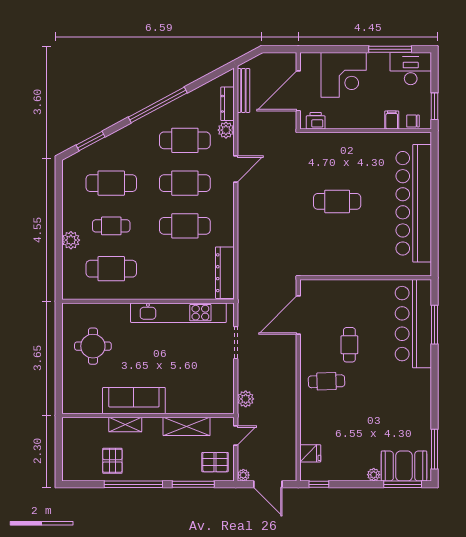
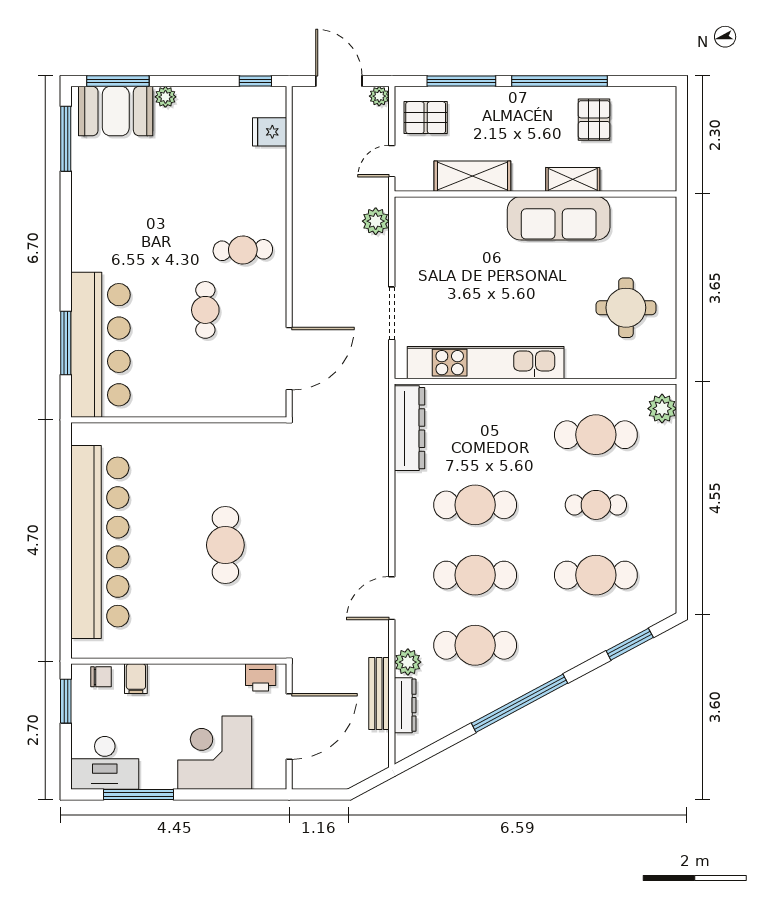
bench: (243, 90) -> (379, 694), moved
cafe table: (337, 201) -> (225, 545), turned 90
plant: (71, 240) -> (662, 409), moved

